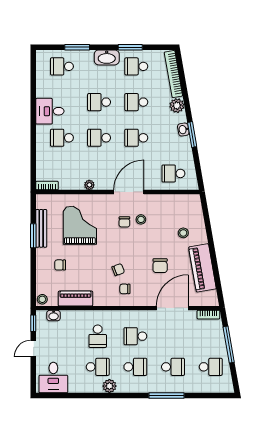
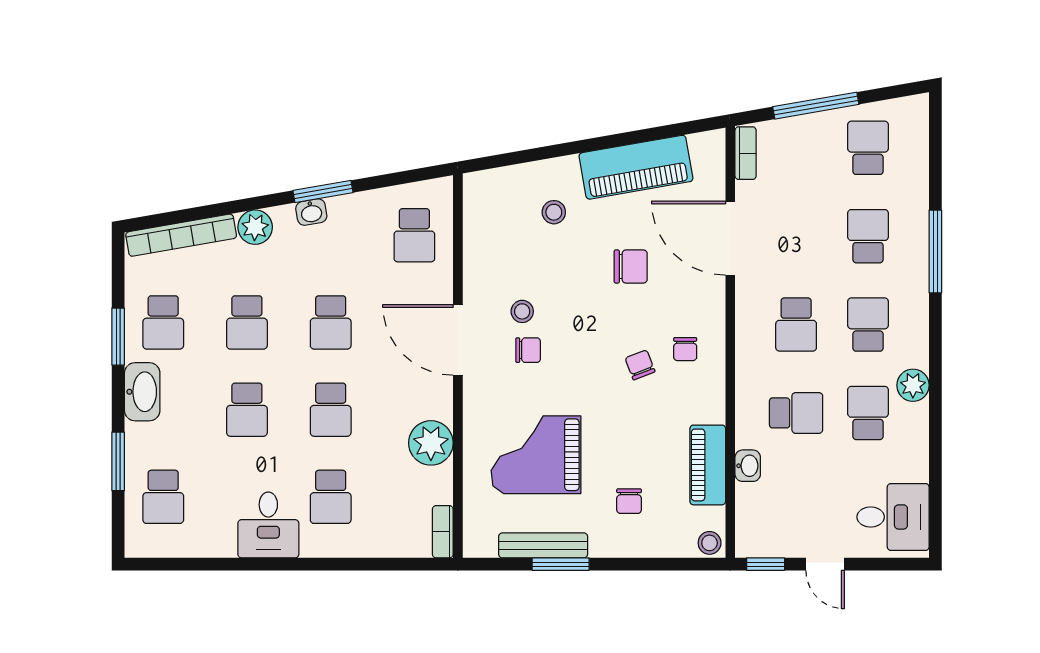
plant: (89, 185) -> (431, 443), width x1.88, depth x1.88
washbasin: (54, 316) -> (748, 466), moved

